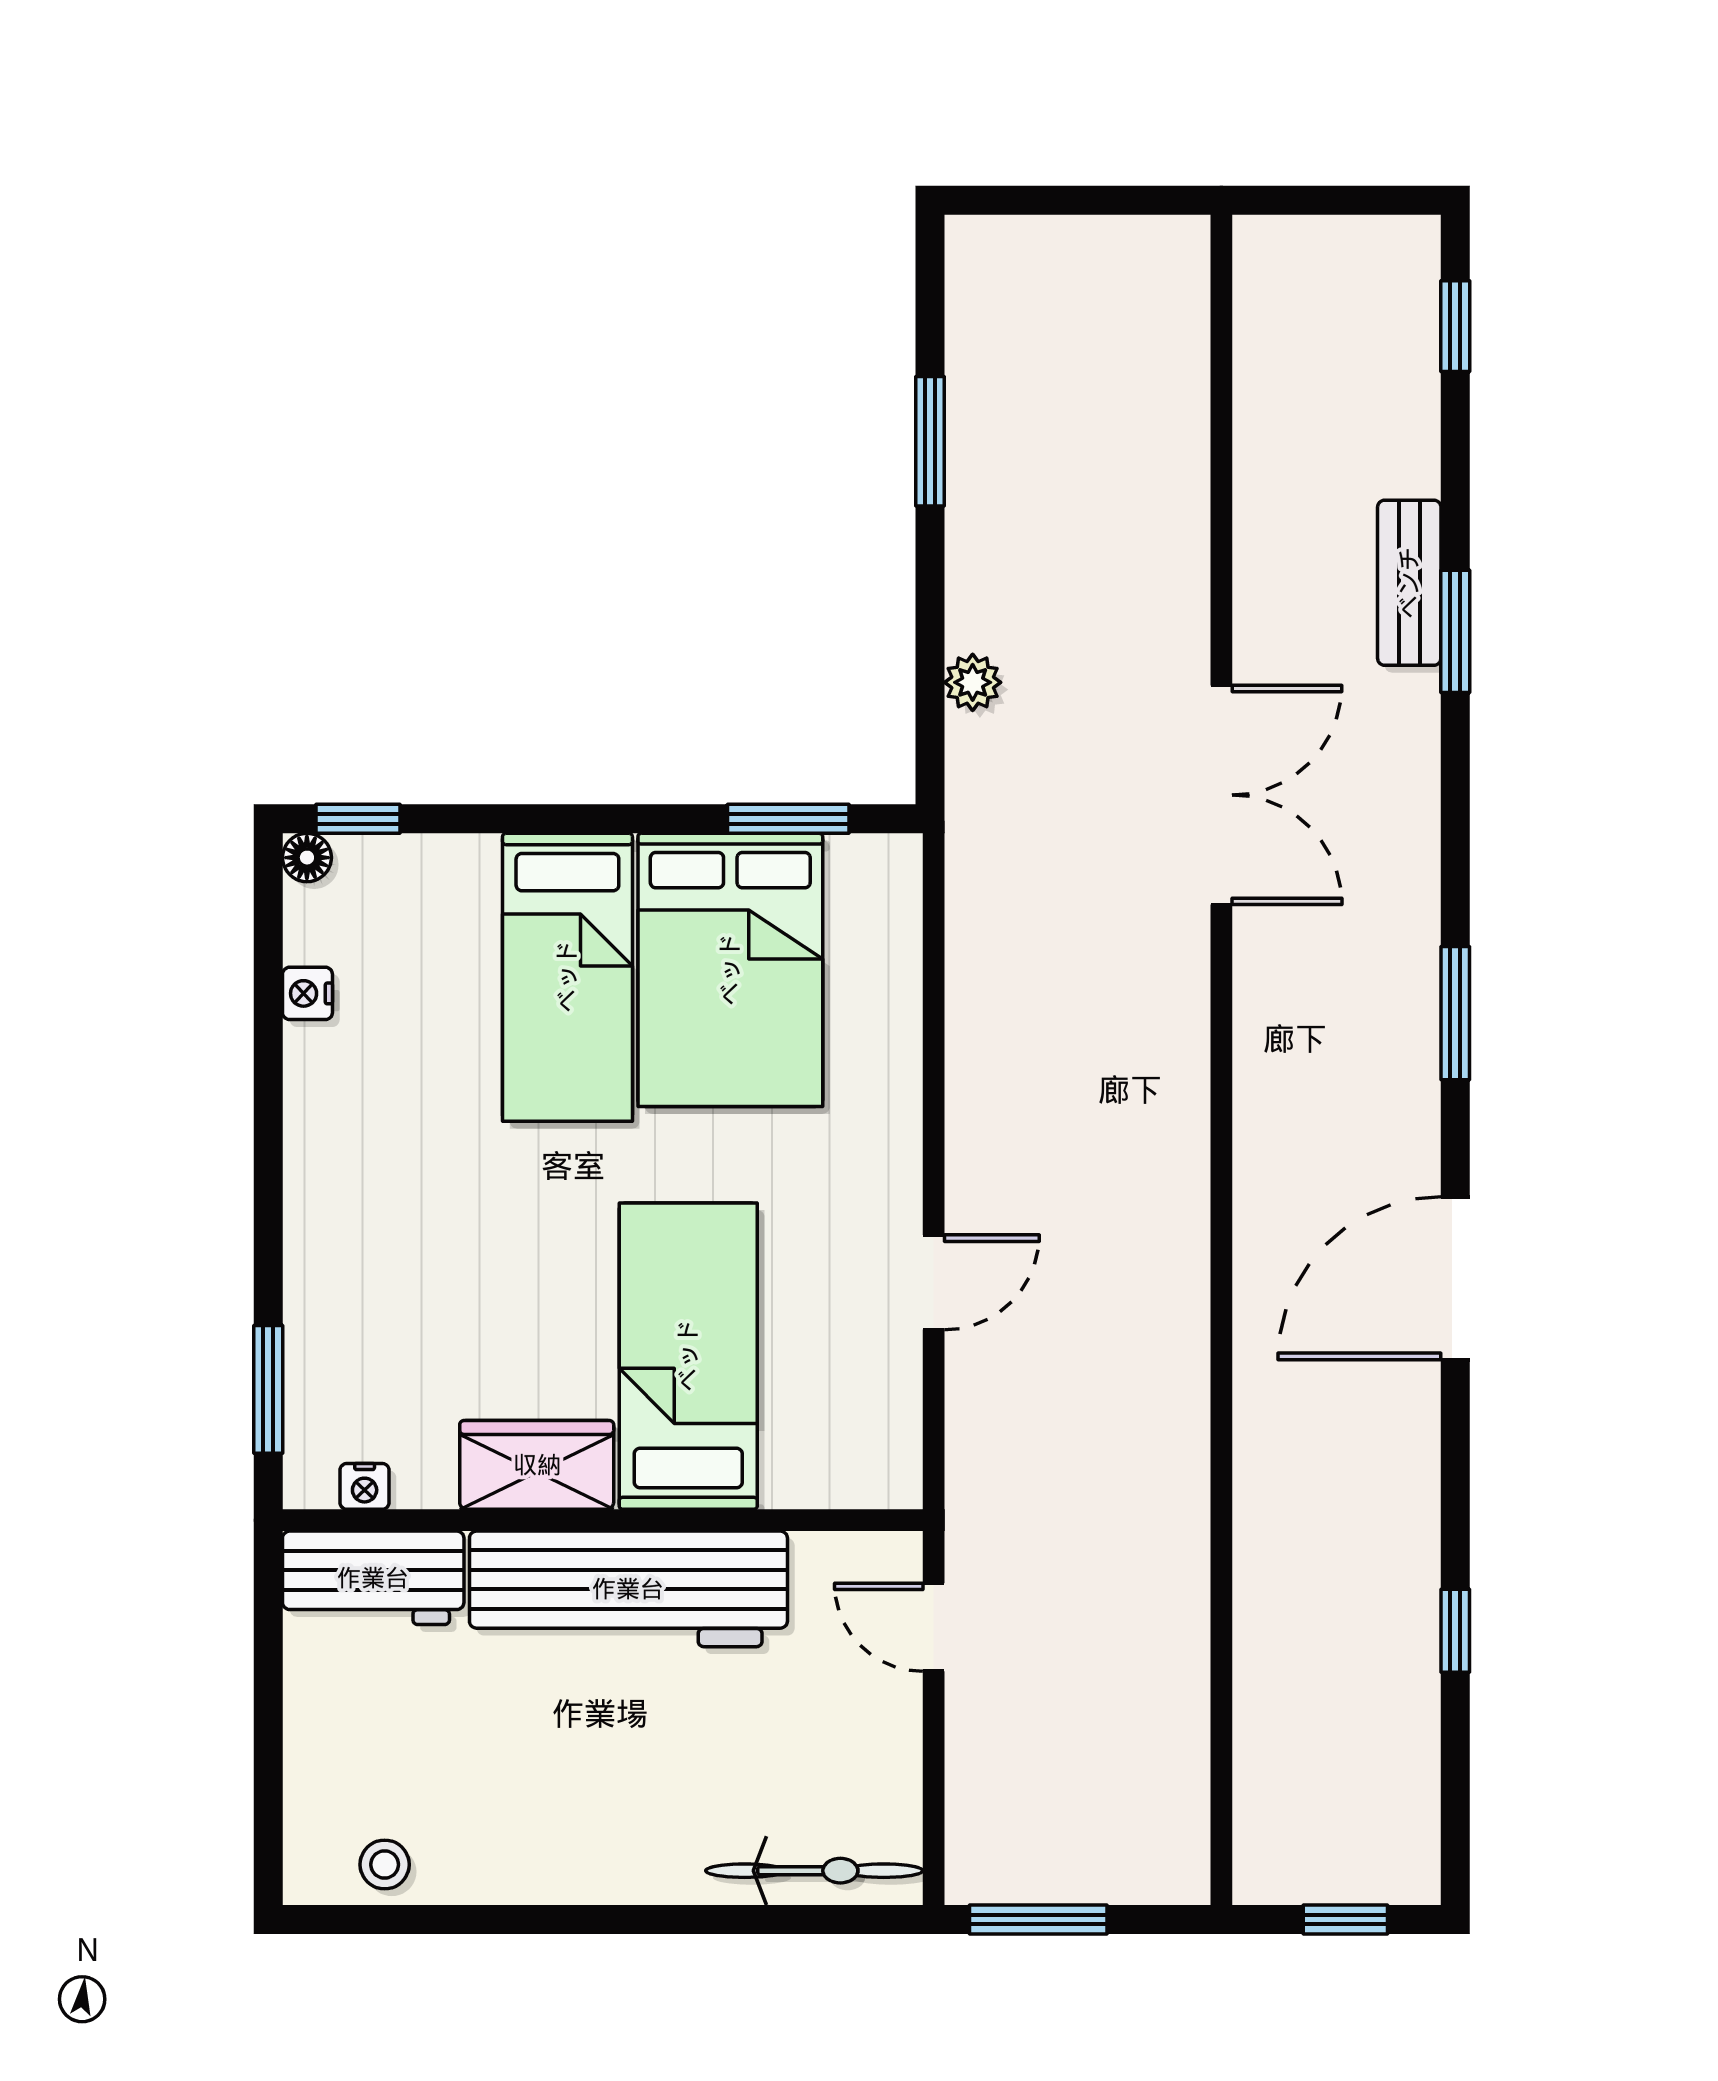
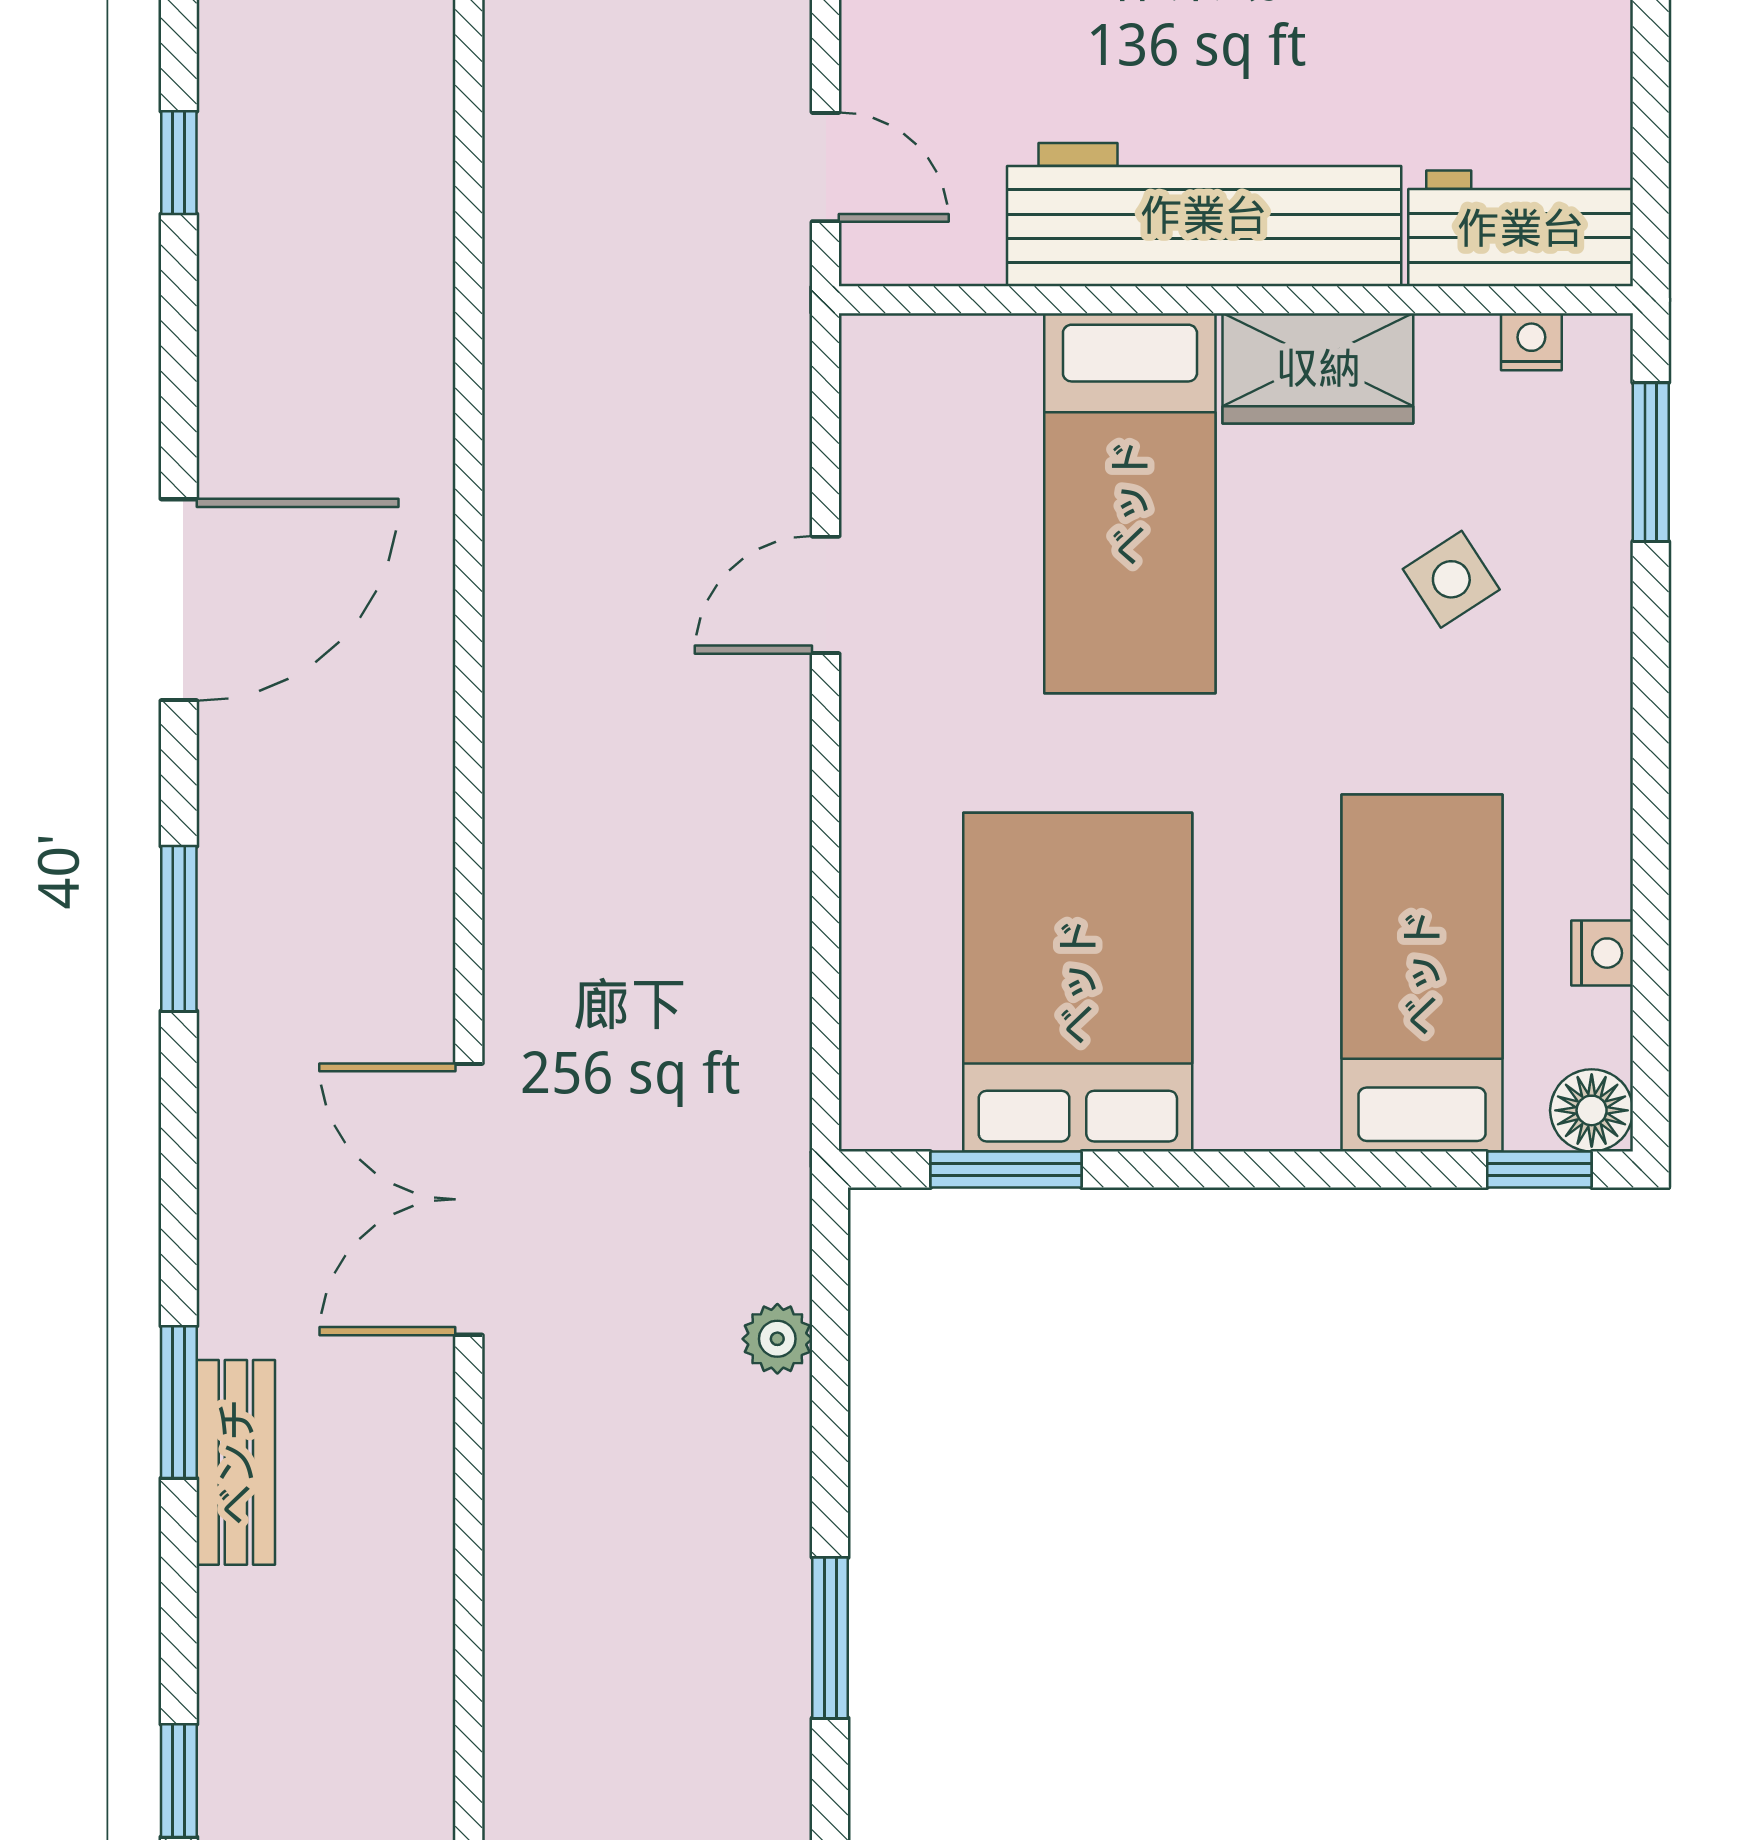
floor lamp: (307, 858) -> (1592, 1110), width x1.37, depth x1.37
bed: (567, 977) -> (1422, 973), moved
side table: (429, 1295) -> (1451, 579), added

